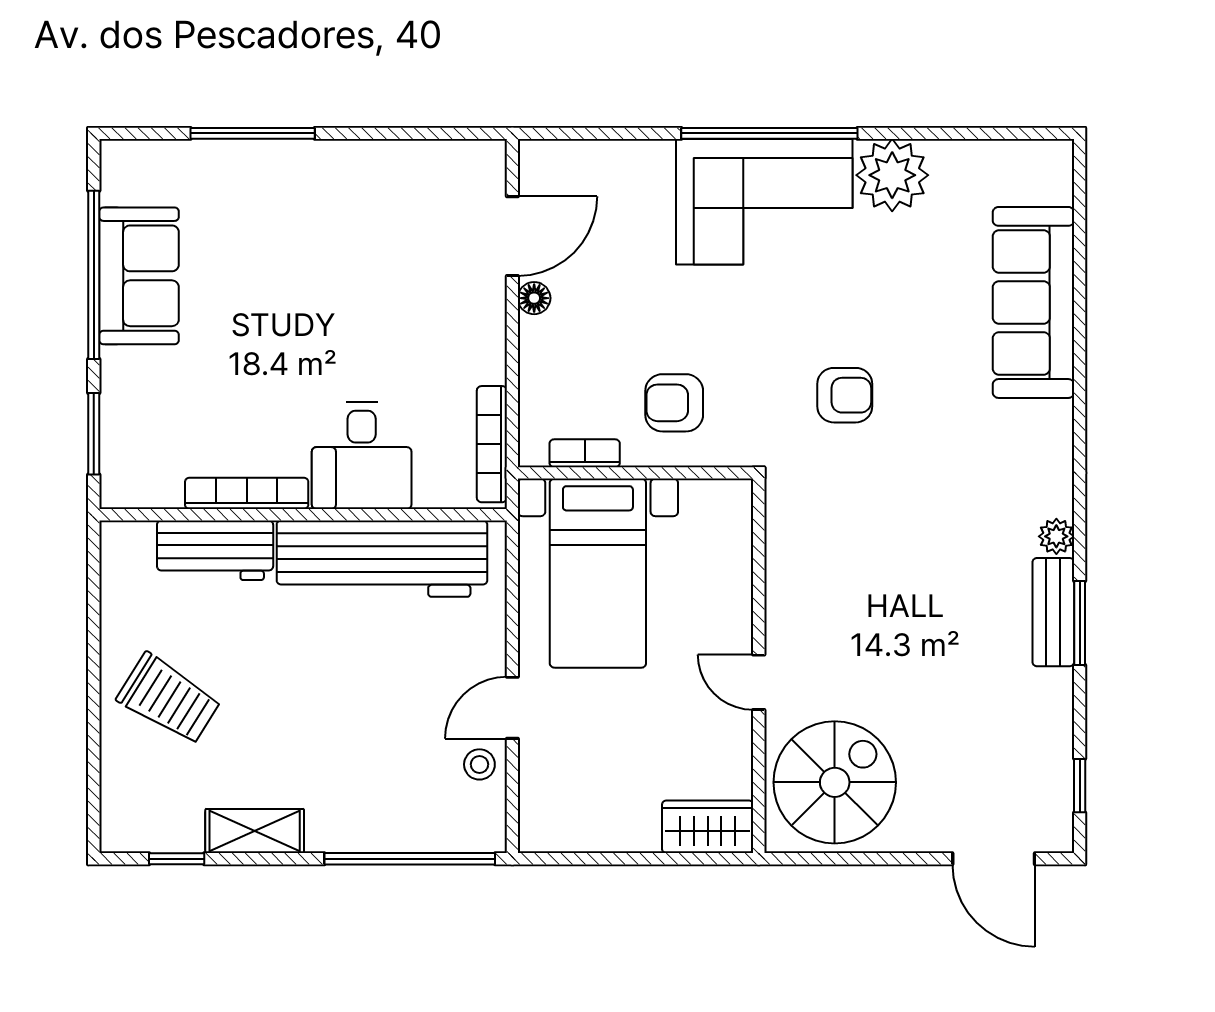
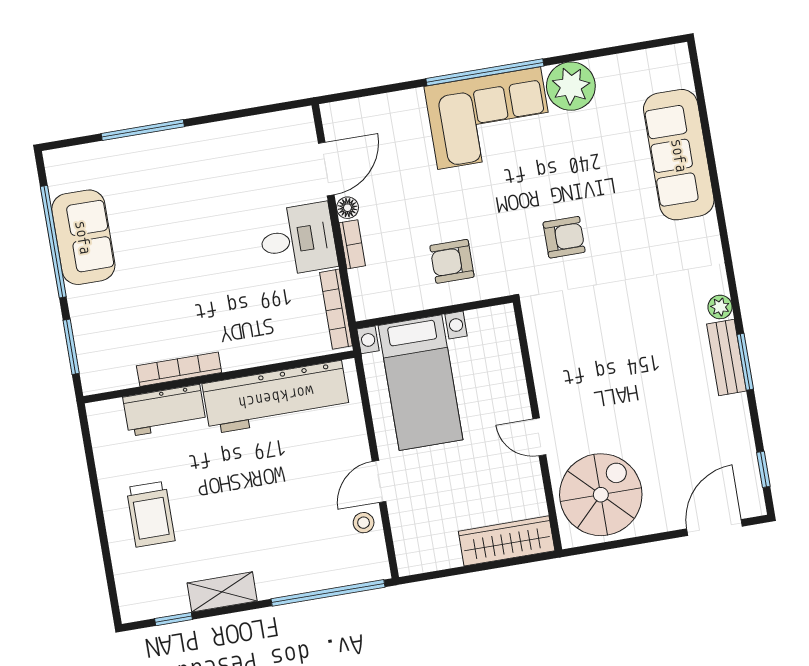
bookcase: (585, 453) -> (352, 244), moved, turned 90
desk: (362, 456) -> (298, 240), moved, turned -90
trolley: (169, 699) -> (151, 514), turned 58
wardrobe: (708, 827) -> (507, 541), width x1.50
door: (994, 859) -> (715, 528), swing flipped

